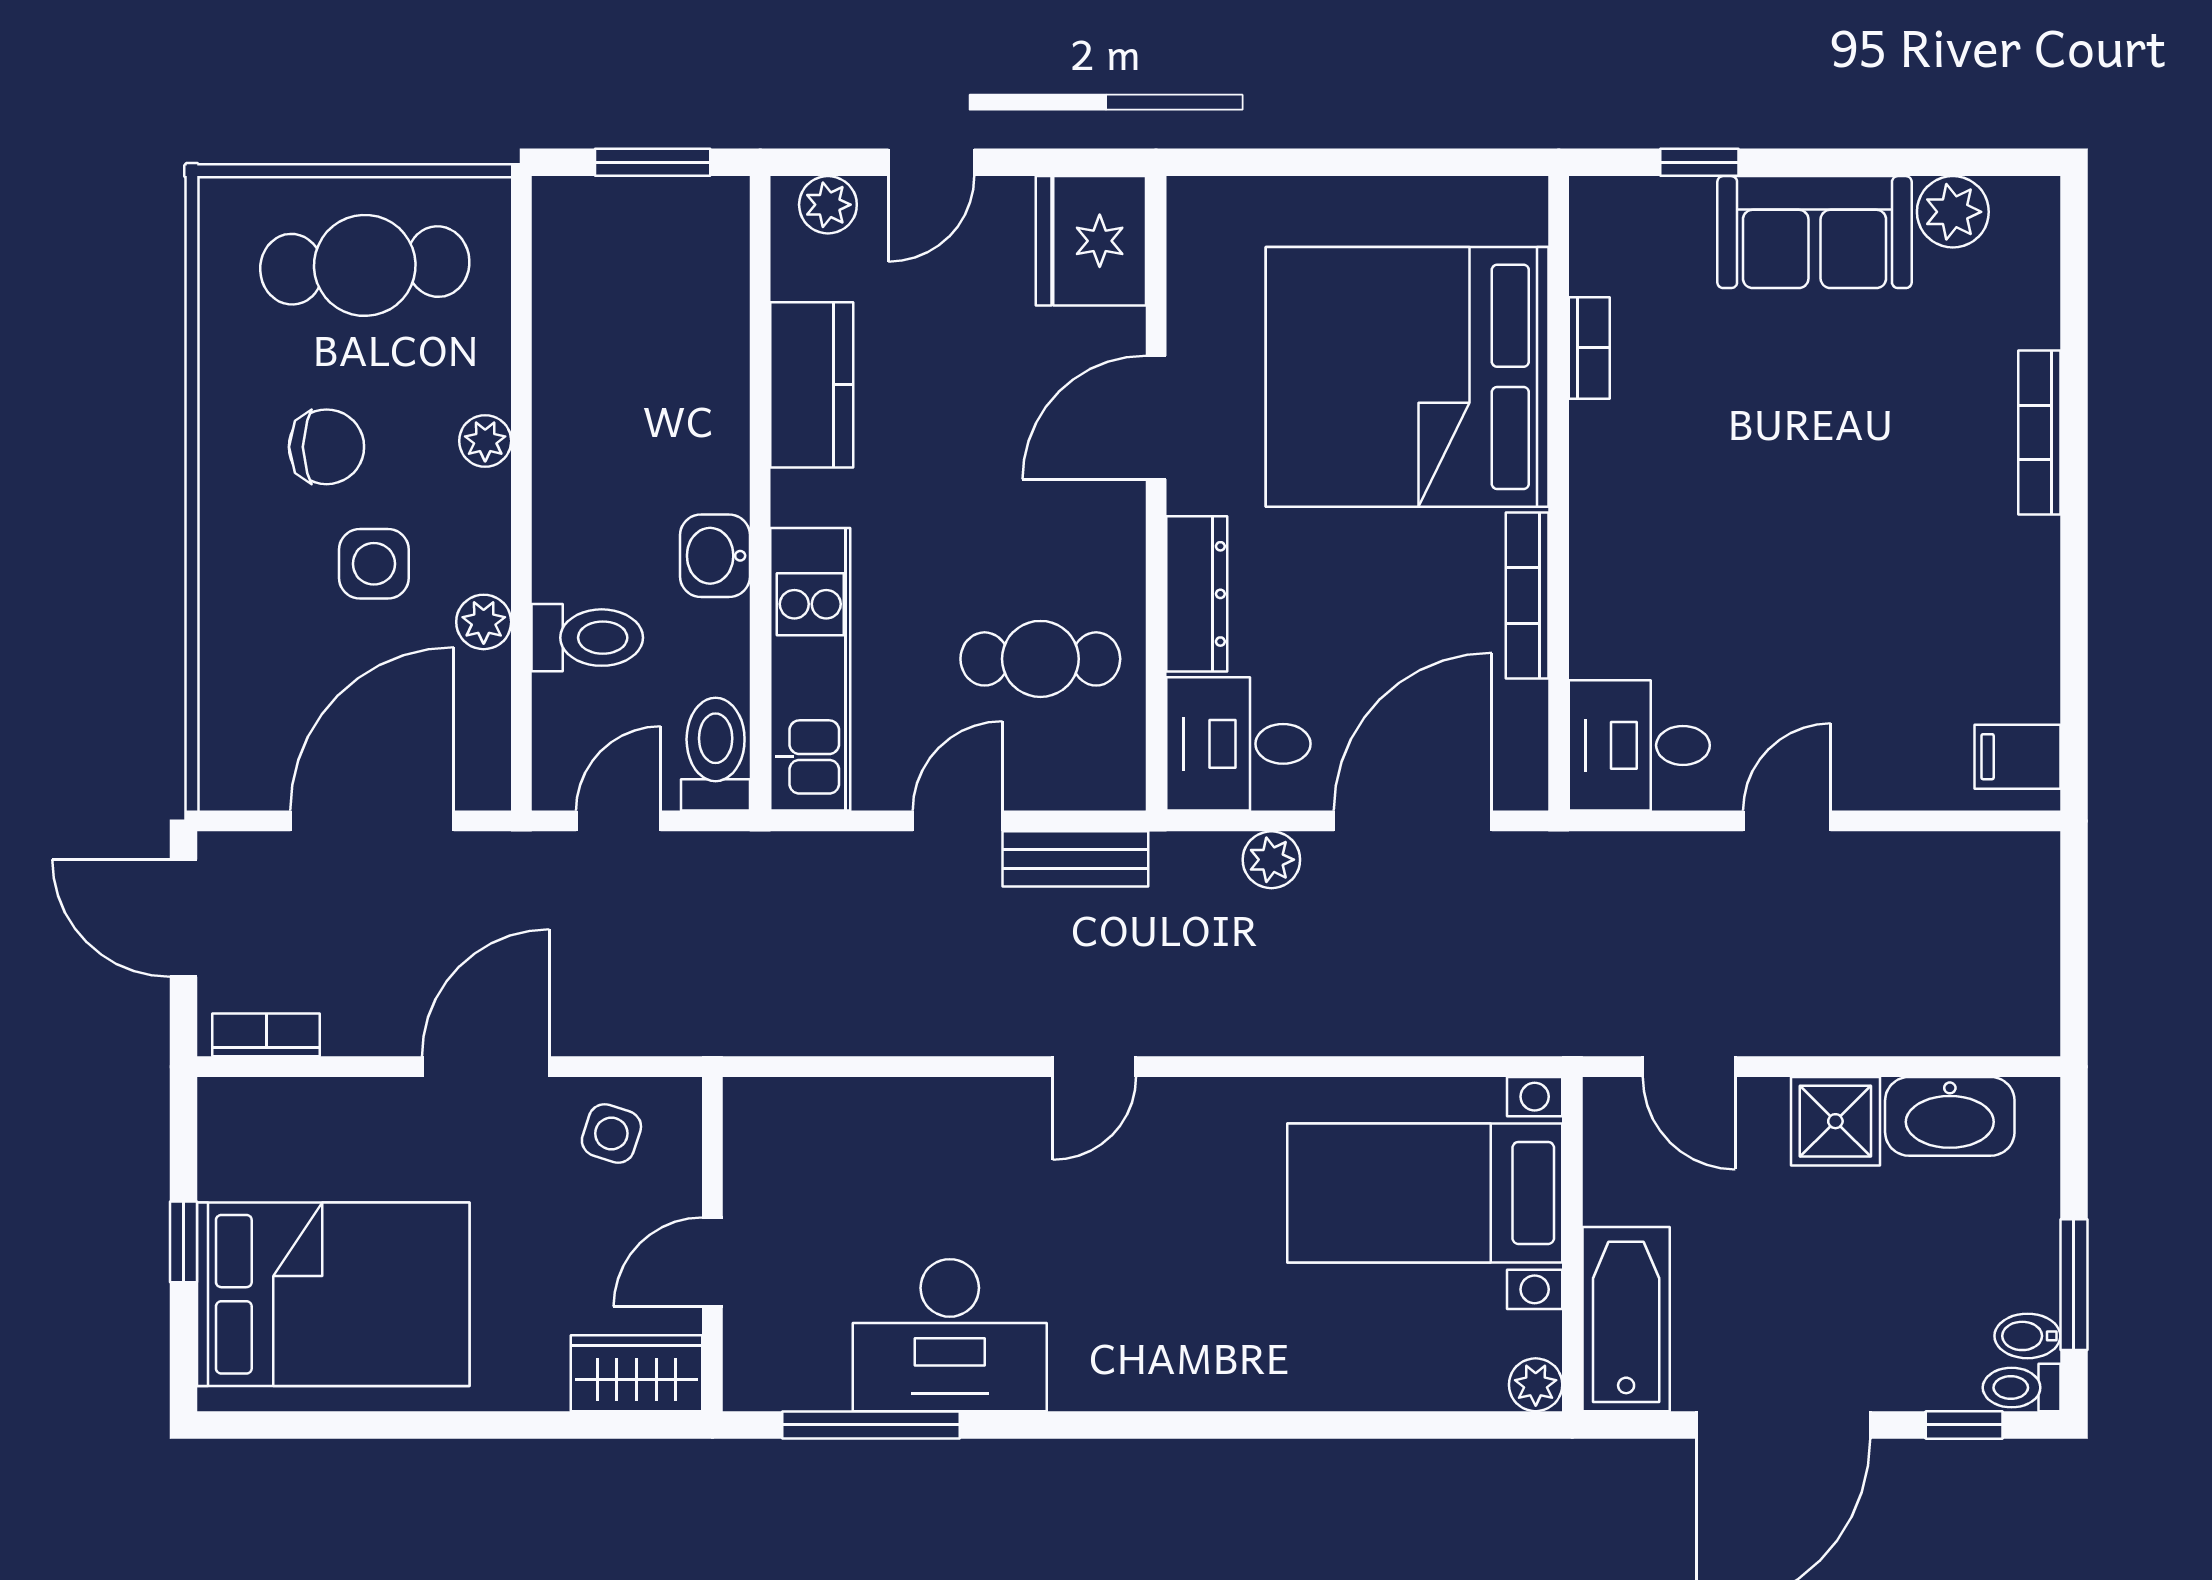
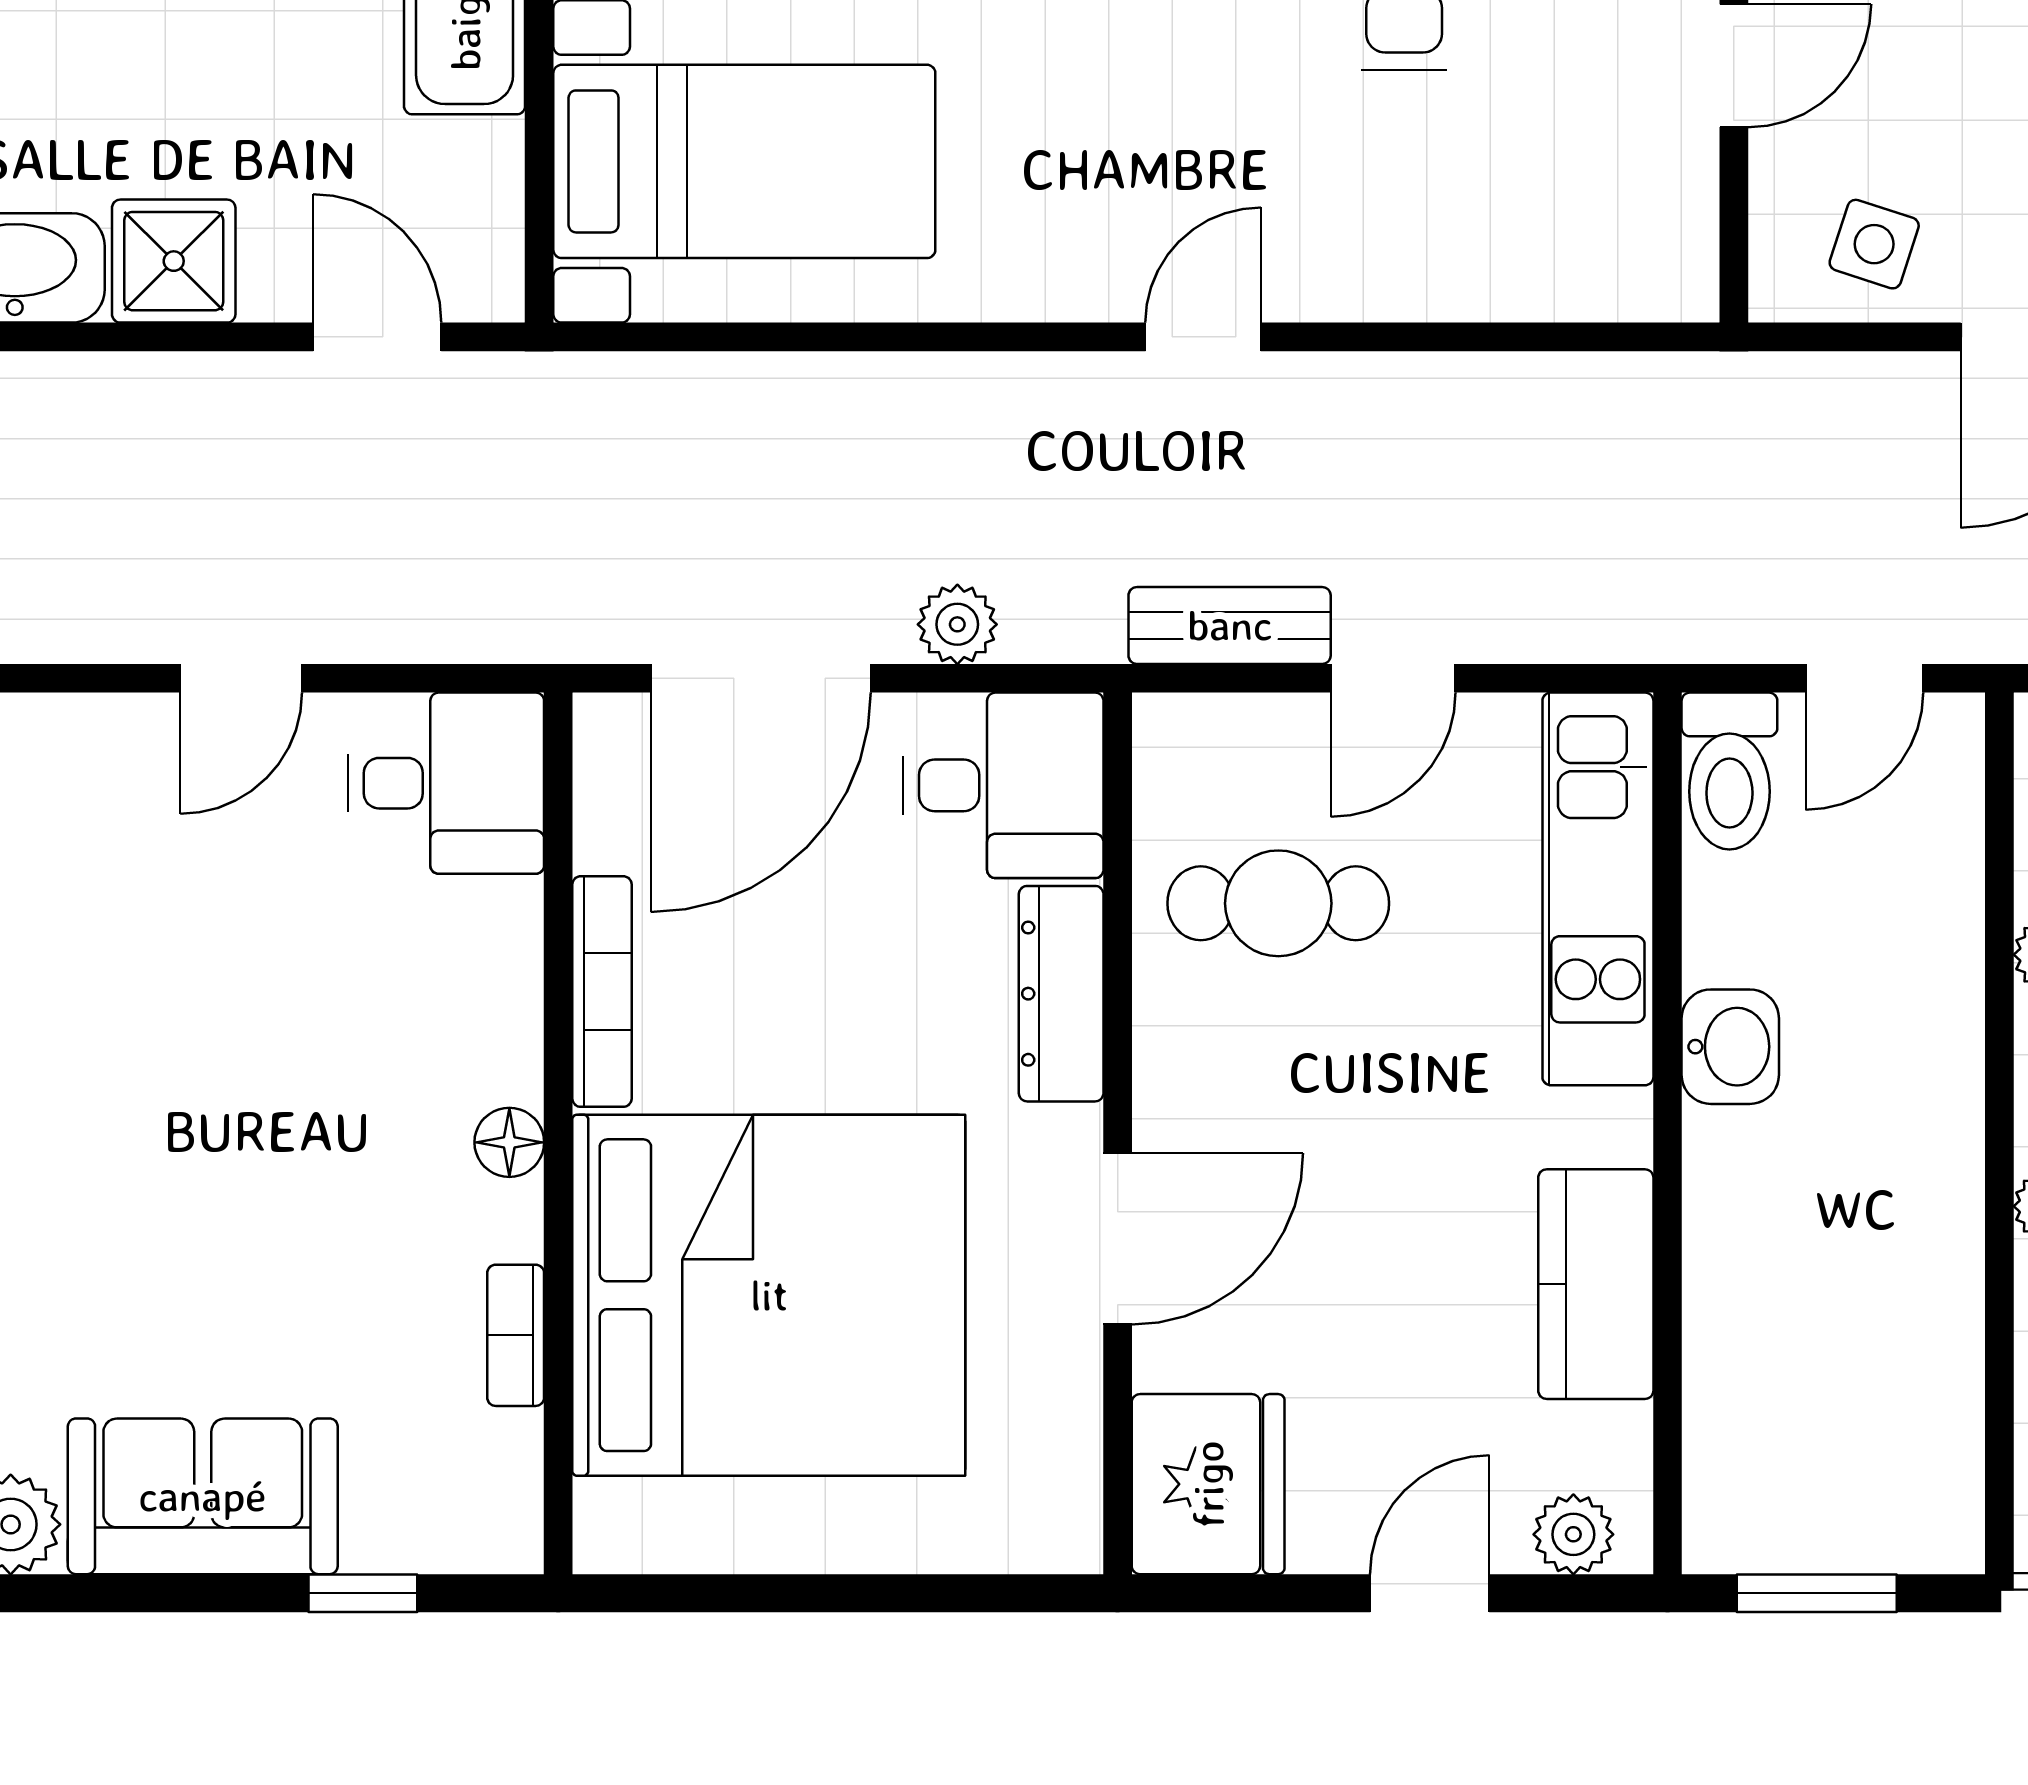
floor lamp: (1594, 487) -> (509, 1142), added
toilet: (587, 638) -> (1908, 933), removed

